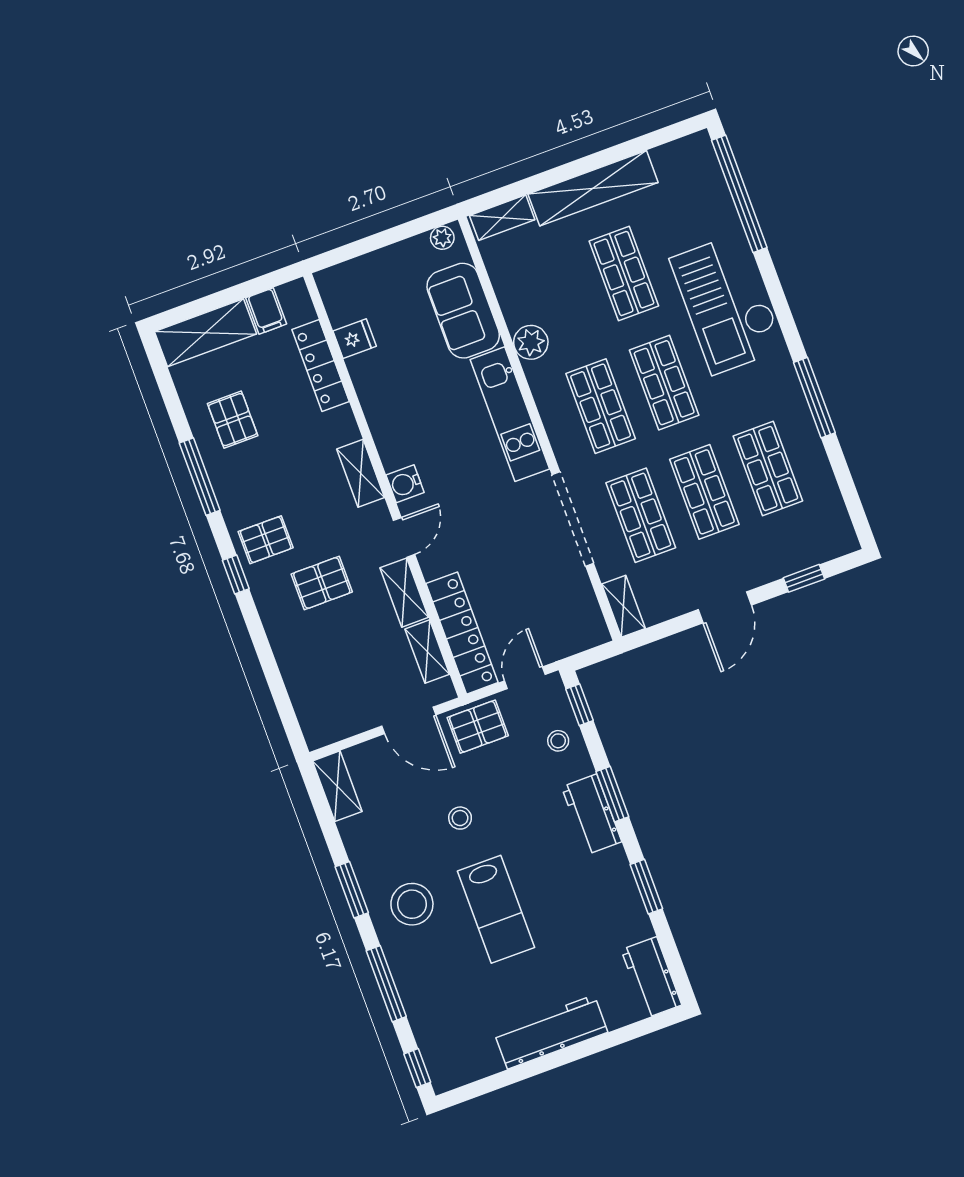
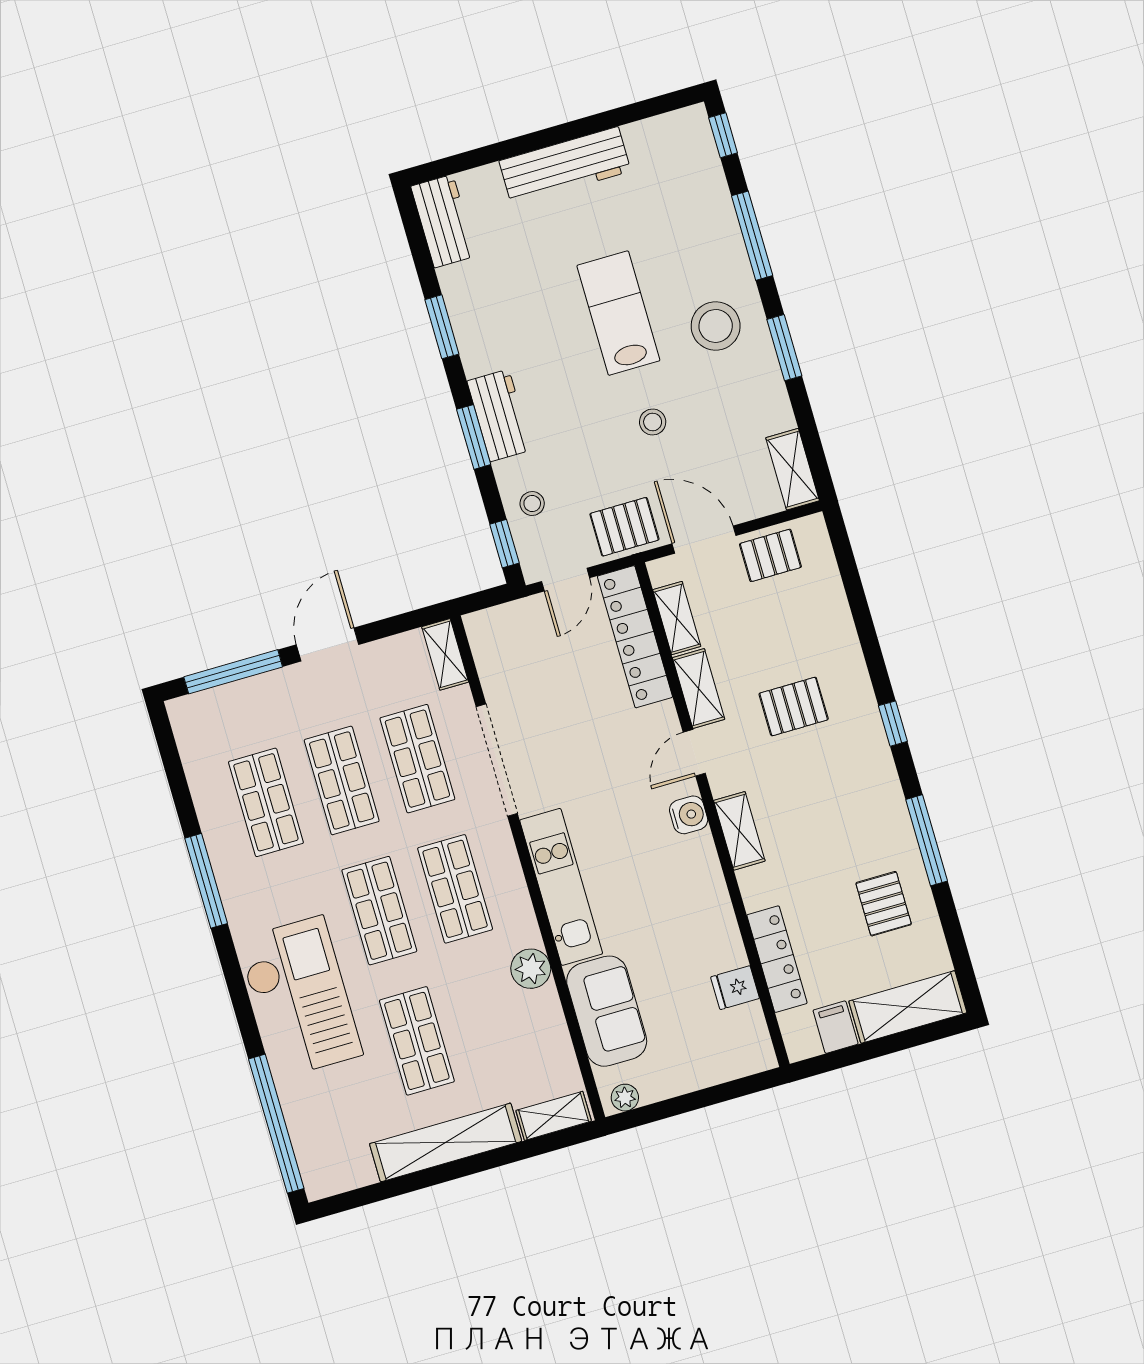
pallet: (266, 540) -> (770, 555), moved
window: (804, 578) -> (233, 672), width x2.17

